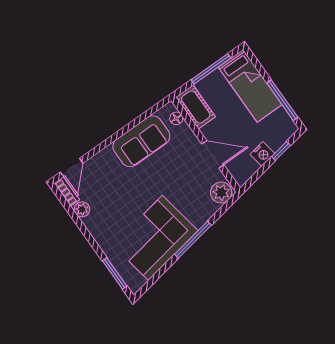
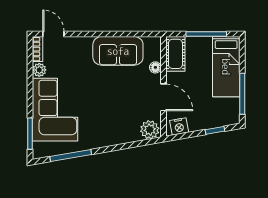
floor lamp: (176, 118) -> (155, 67), moved
nightstand: (262, 154) -> (179, 126), moved
door: (72, 168) -> (53, 34), swing flipped
corner sofa: (155, 238) -> (55, 110), moved, turned 100
window: (193, 240) -> (71, 155), moved

